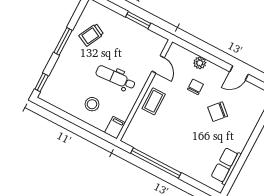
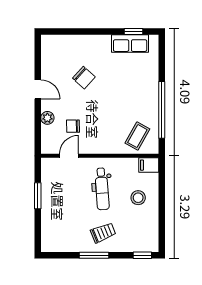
trolley: (91, 35) -> (103, 233), moved, turned -49
door: (239, 73) -> (38, 89), moved
chair: (195, 87) -> (73, 126), moved
coffee table: (154, 101) -> (137, 136), moved, turned -61
window: (235, 174) -> (133, 32), added

